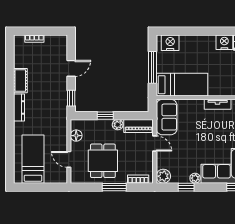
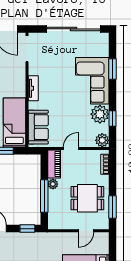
window: (105, 116) -> (44, 196), width x2.17
sofa: (167, 117) -> (38, 127), moved, turned 90
floor lamp: (76, 136) -> (63, 224), removed
plant: (195, 178) -> (100, 114), width x1.87, depth x1.87
window: (114, 187) -> (113, 207), moved

